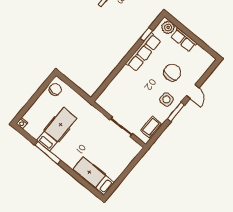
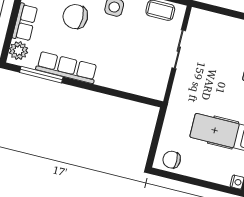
window: (146, 34) -> (41, 75), width x2.17

